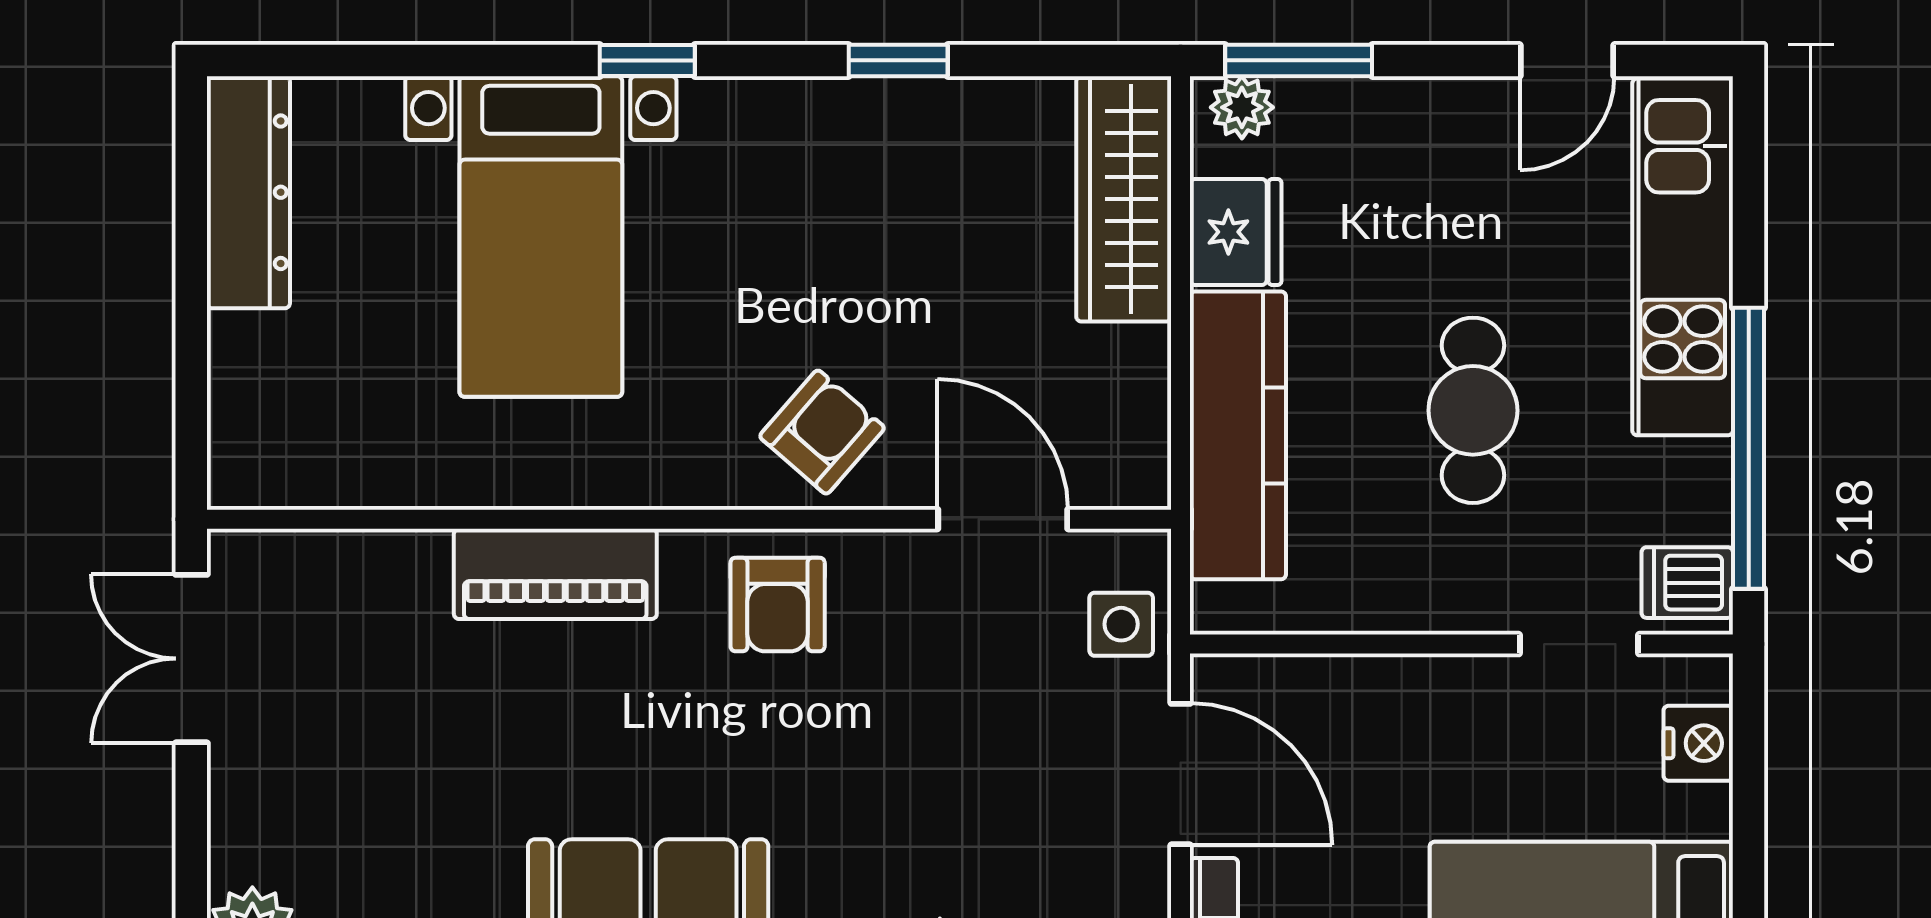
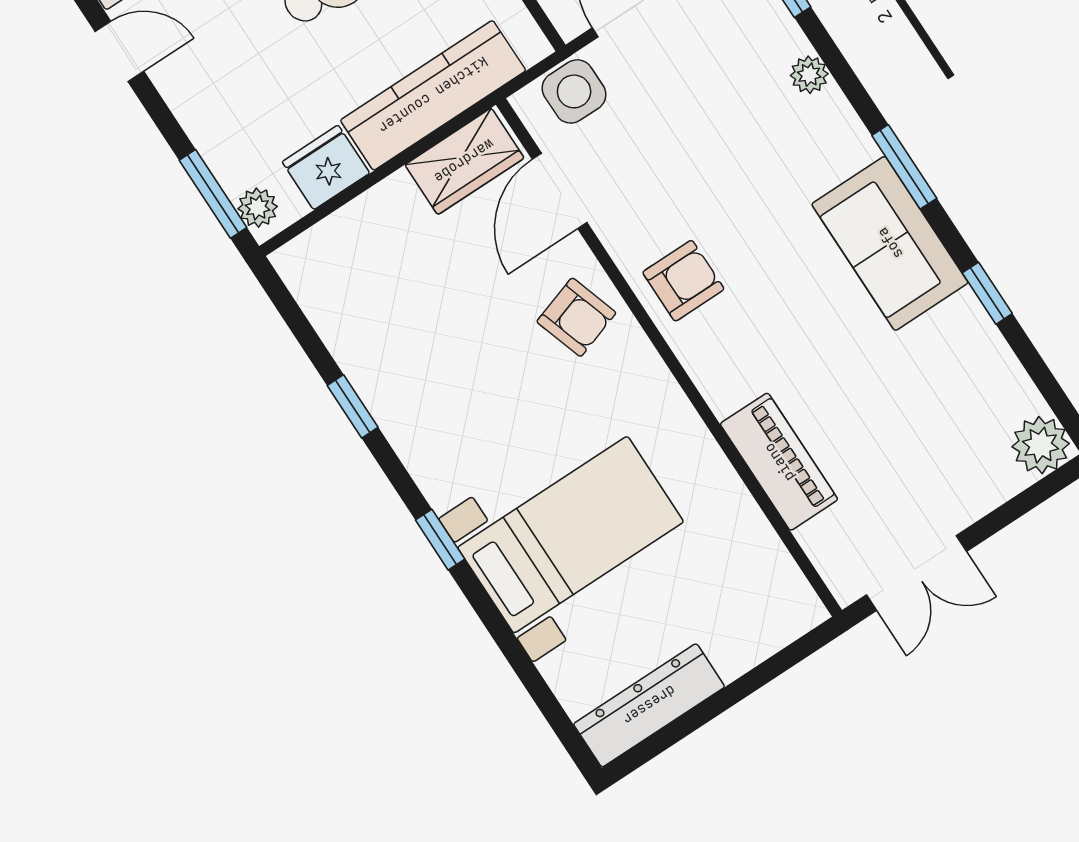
wardrobe: (1124, 199) -> (464, 161), moved, width x0.67
armchair: (822, 432) -> (576, 317), turned -149
piano: (555, 574) -> (779, 462), moved
side table: (1121, 624) -> (574, 91), width x1.37, depth x1.37

